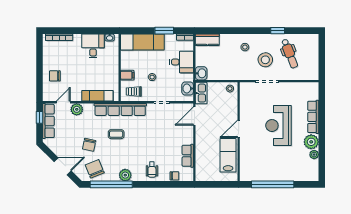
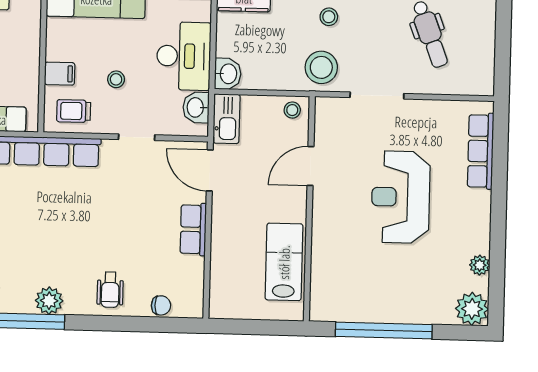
stool: (265, 60) -> (321, 67), moved
desk: (182, 62) -> (184, 56), width x1.37
door: (194, 116) -> (210, 170), hinge flipped
row of seats: (313, 117) -> (481, 151), moved
door: (239, 129) -> (310, 166), moved
coffee table: (116, 134) -> (31, 207), removed
plant: (311, 142) -> (472, 309), moved
row of seats: (188, 156) -> (193, 229), moved

